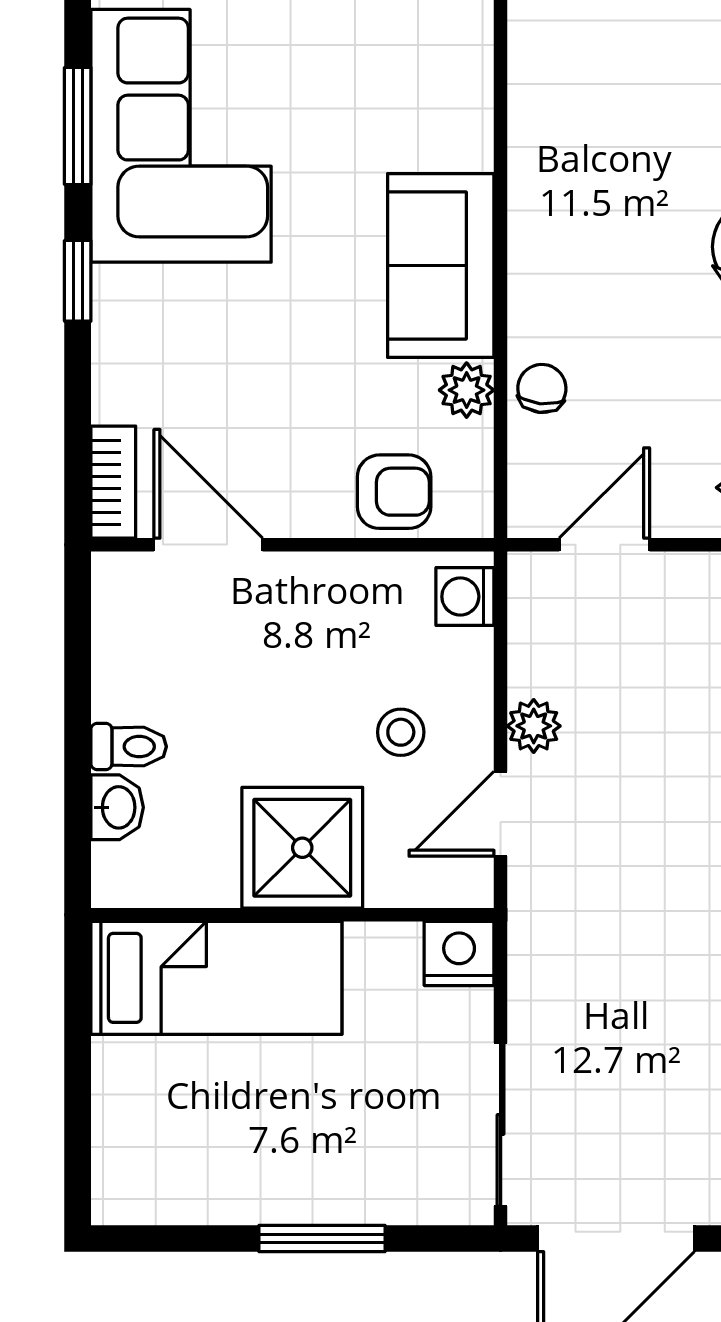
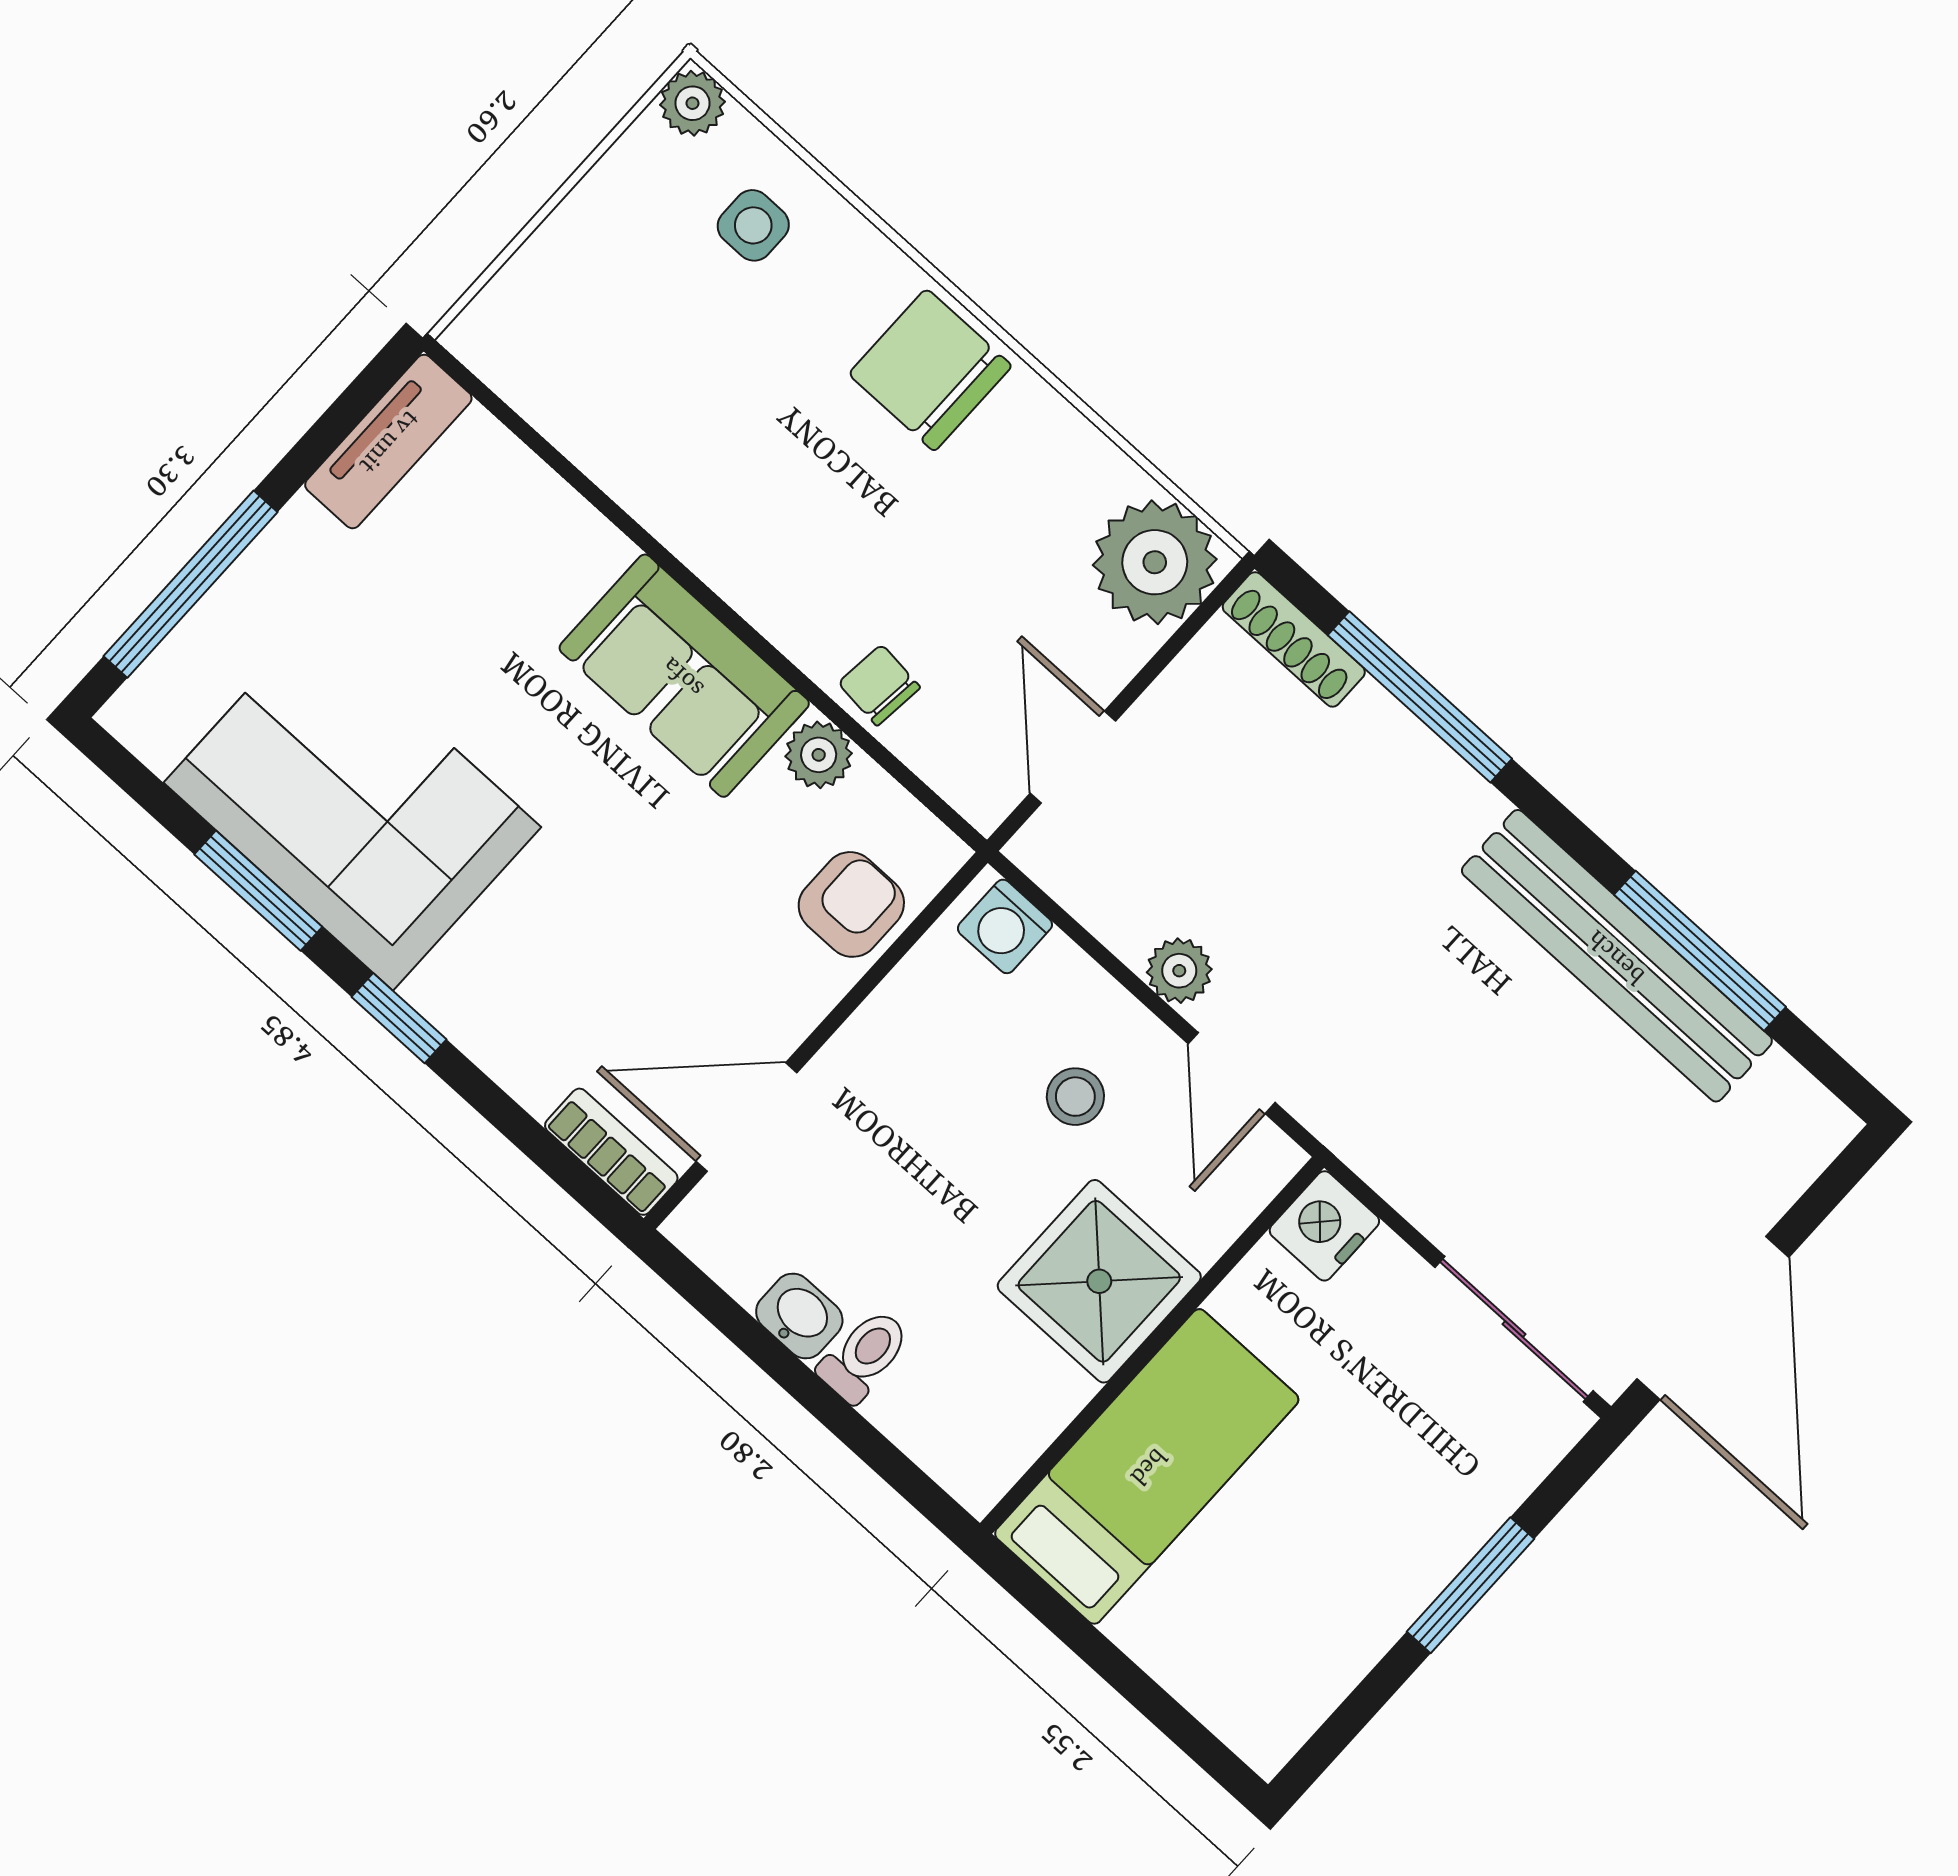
washbasin: (117, 807) -> (799, 1316), moved

